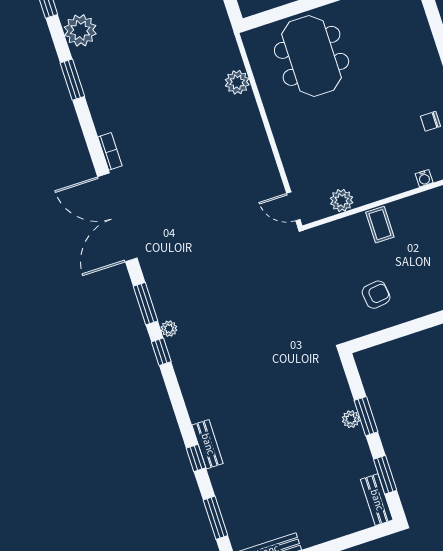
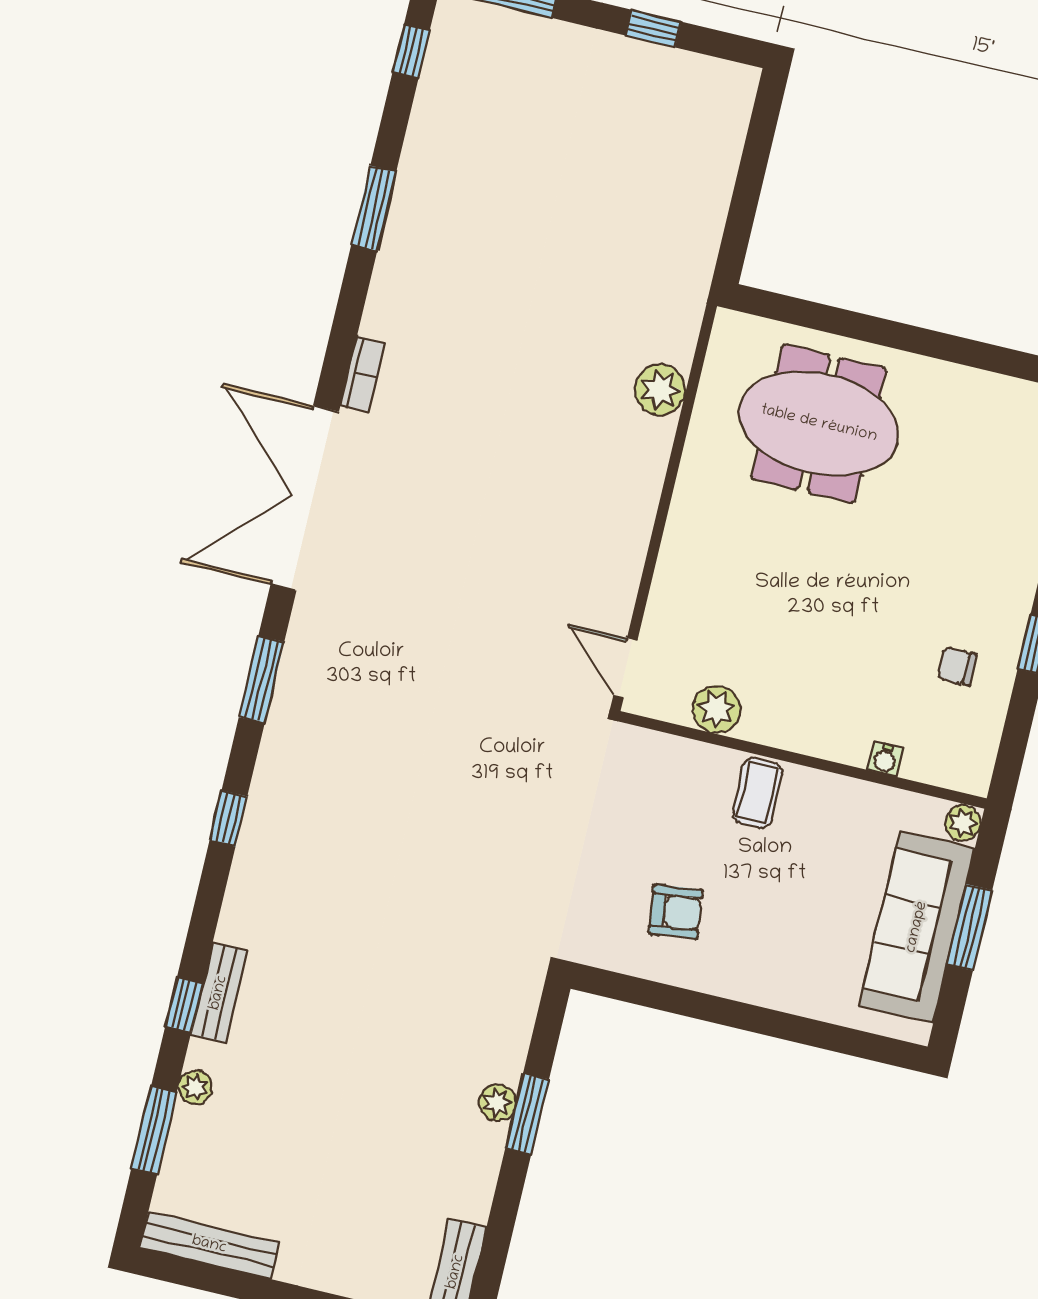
plant: (80, 30) -> (441, 130), removed
meeting table: (312, 56) -> (819, 424), turned 90
plant: (169, 329) -> (195, 1087), moved
window: (161, 352) -> (228, 818), moved
window: (385, 475) -> (498, 1237), removed

